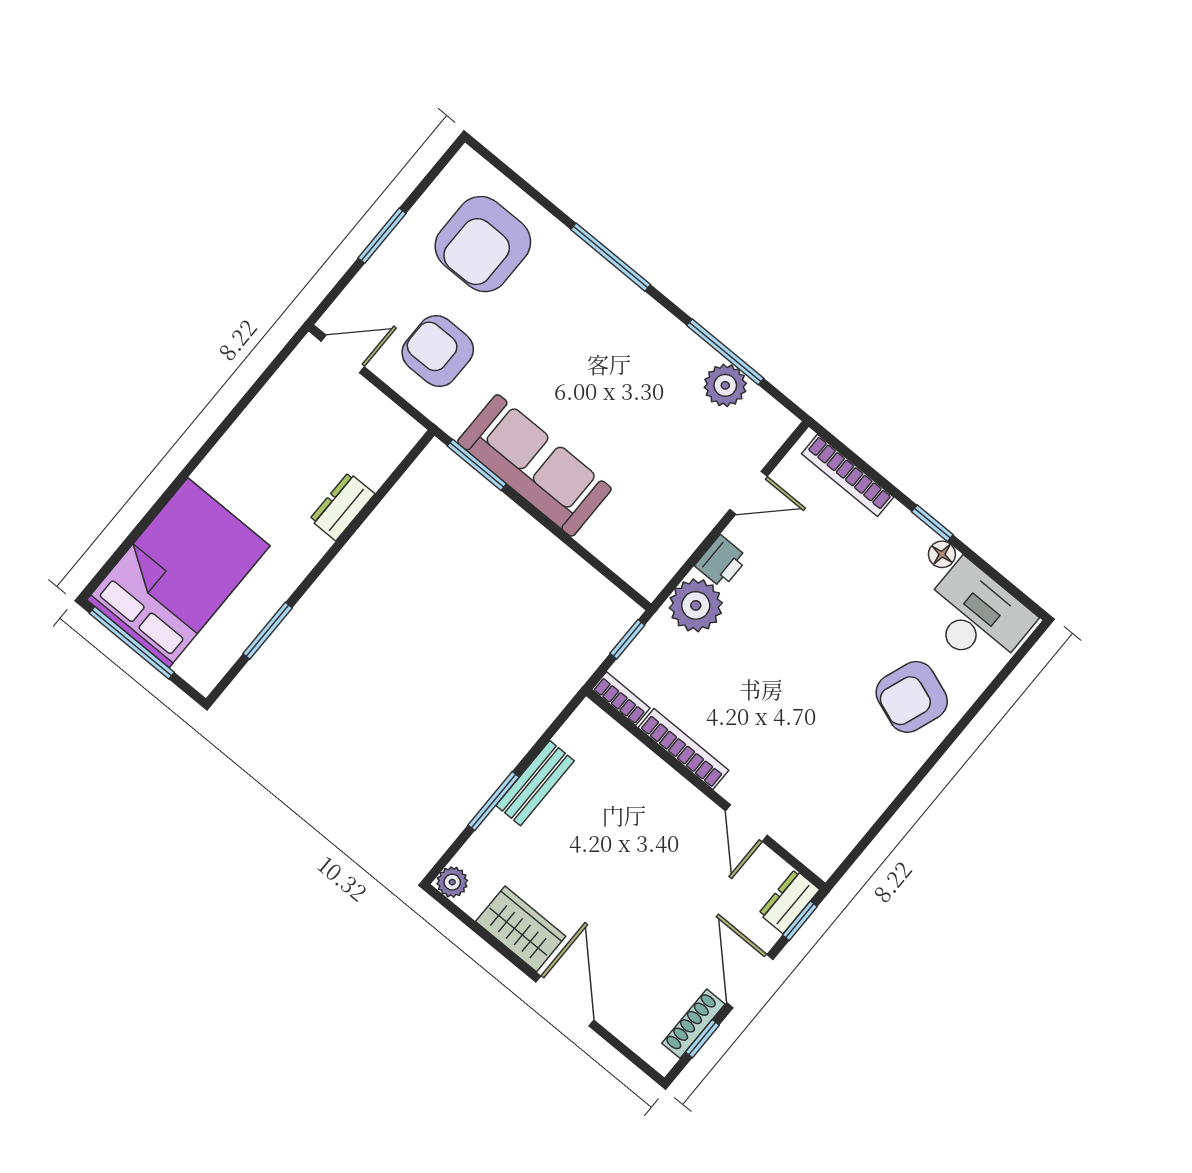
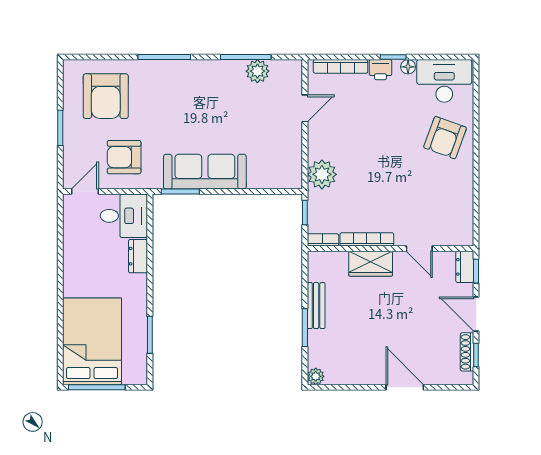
desk: (369, 433) -> (124, 216), added
printer: (721, 562) -> (380, 70), moved, turned 90
wardrobe: (521, 929) -> (371, 264), moved, turned 180

